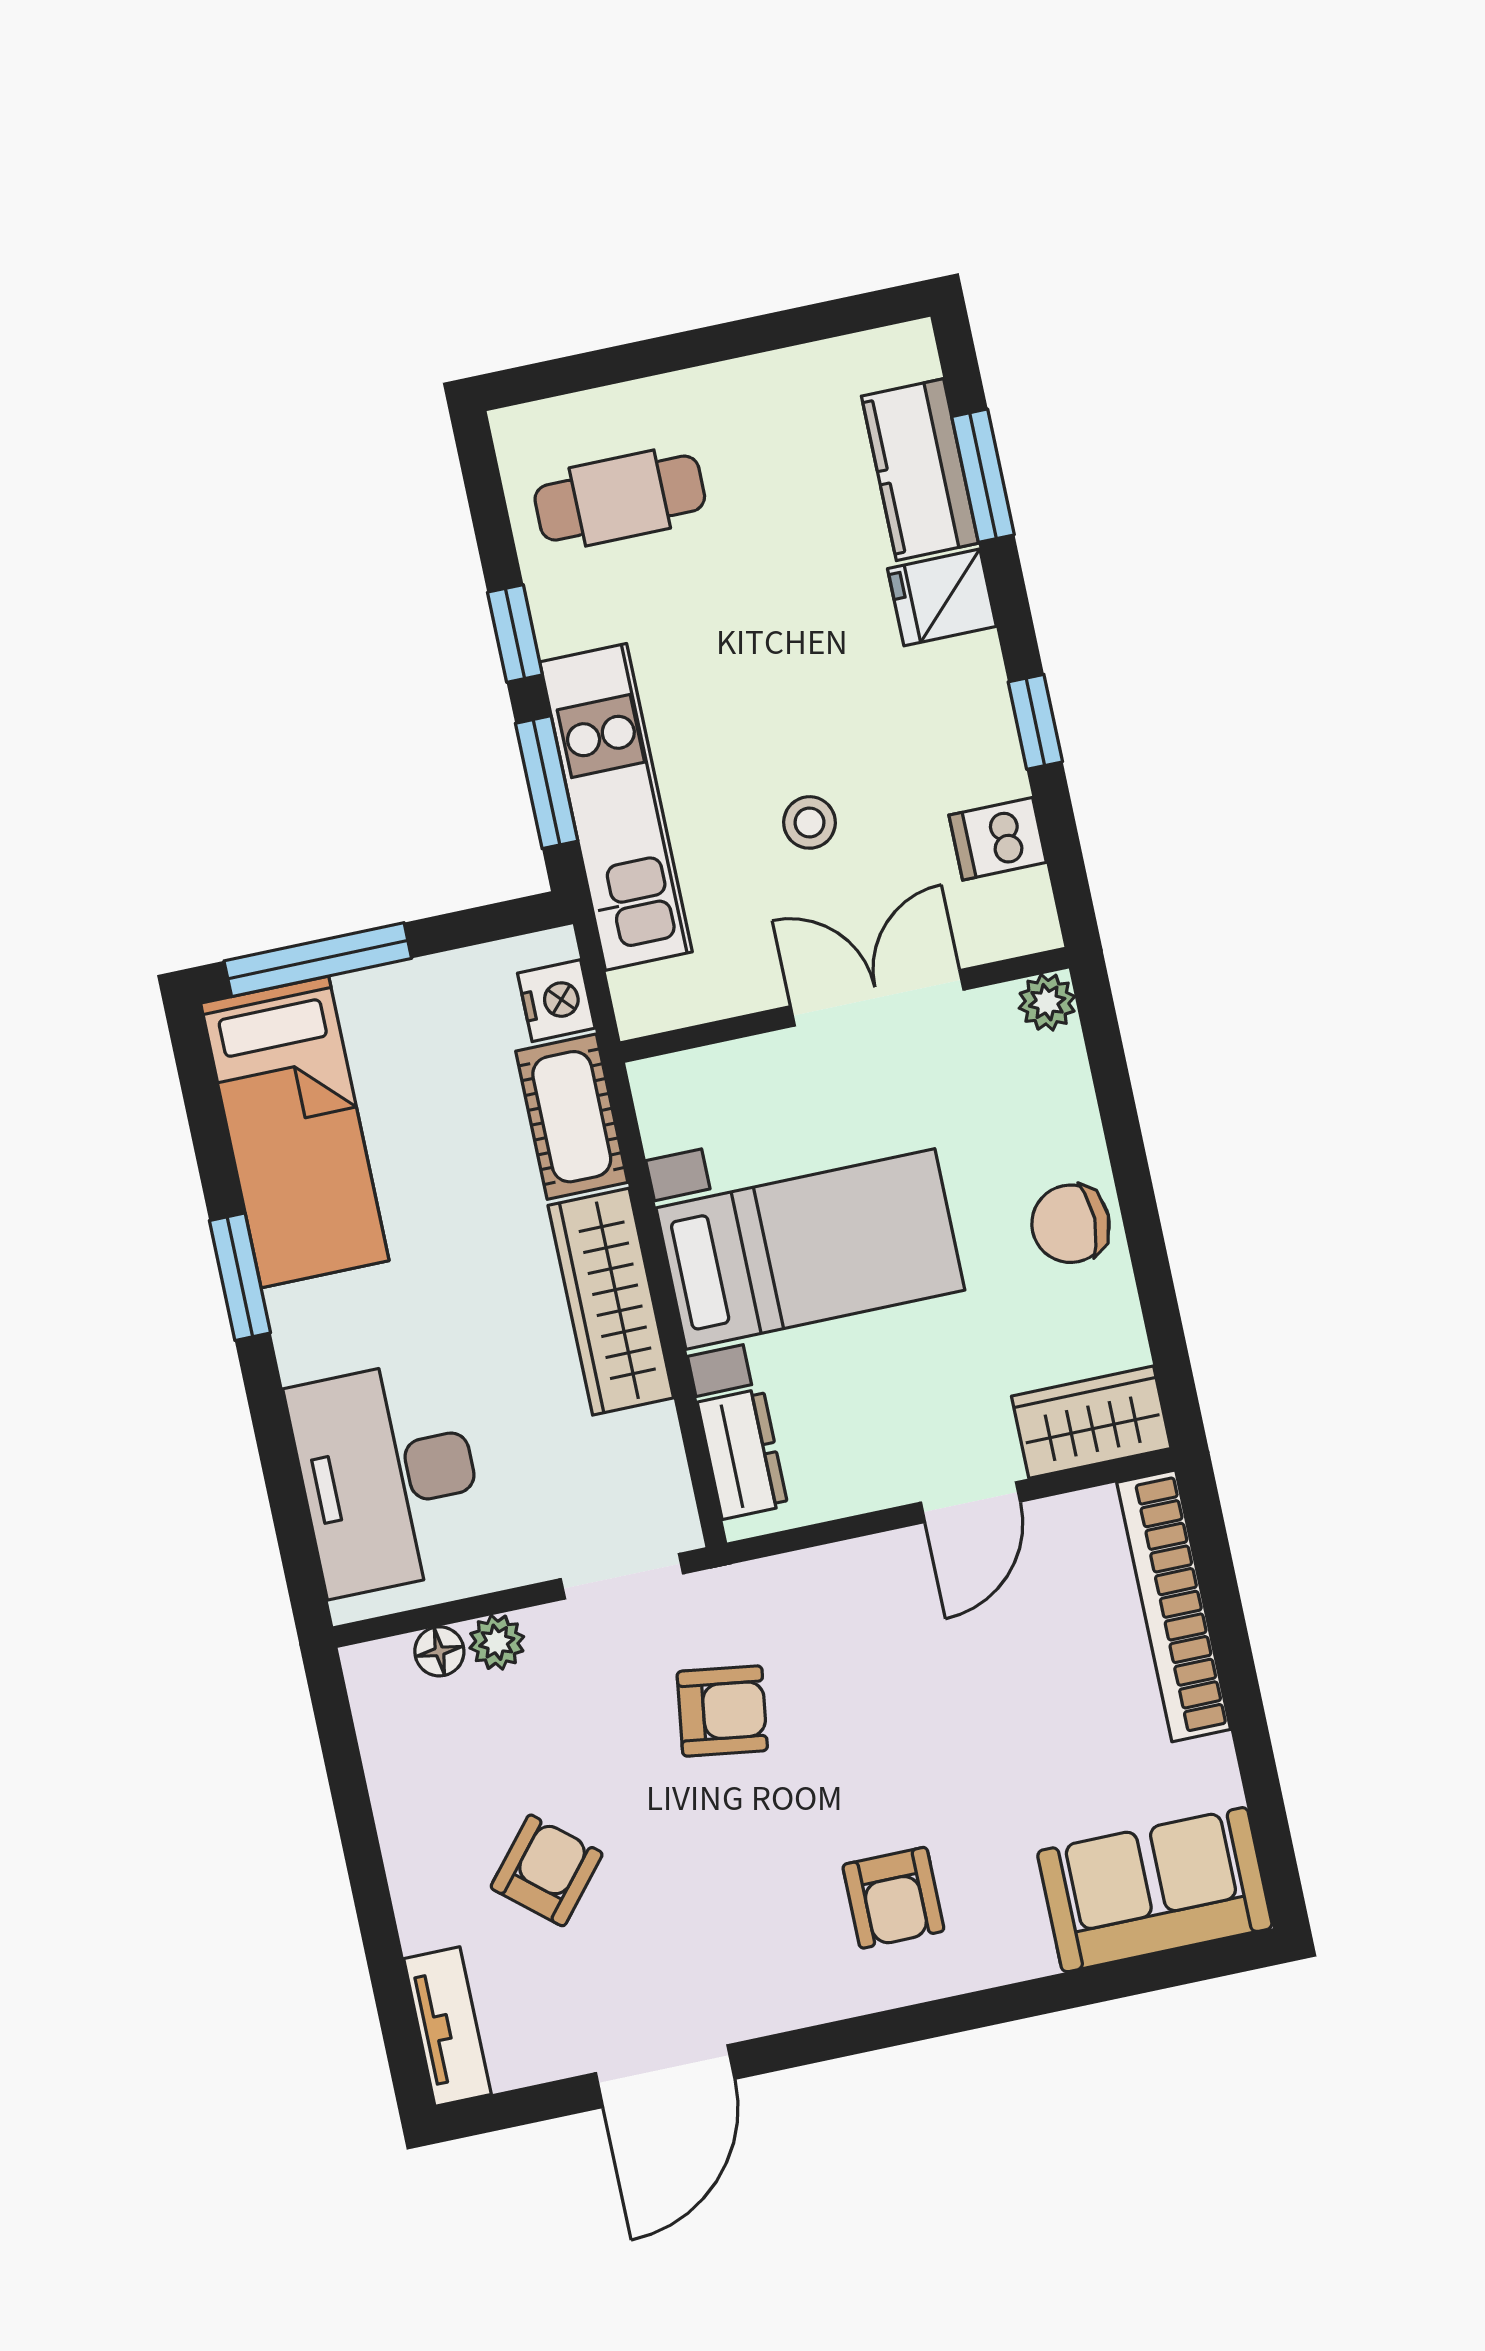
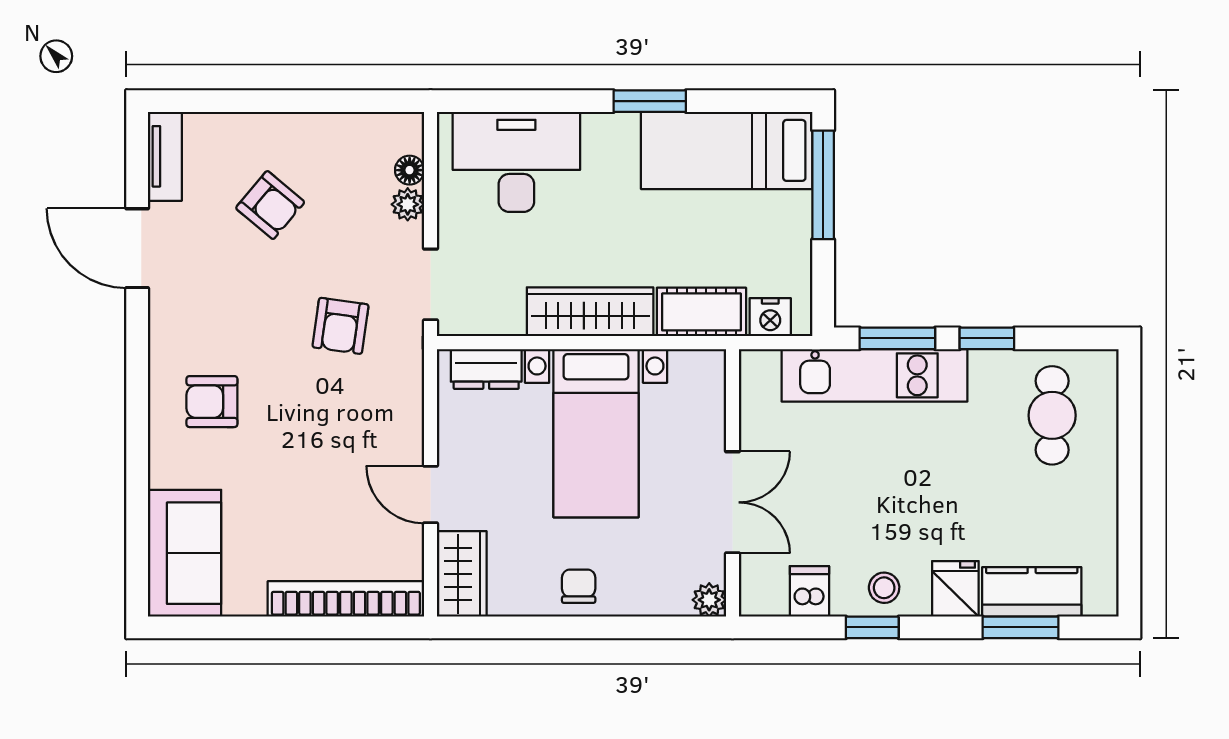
stool: (810, 822) -> (884, 588), moved
chair: (1071, 1224) -> (579, 586), width x0.73, depth x0.73
tv unit: (447, 2026) -> (165, 156), moved, turned -90

